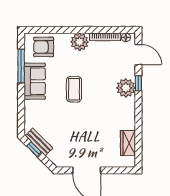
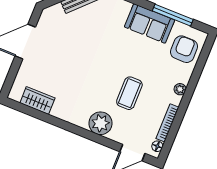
plant: (80, 42) -> (180, 89), width x0.53, depth x0.53
window: (138, 83) -> (100, 139), removed
coffee table: (74, 89) -> (129, 93), moved, turned 90

